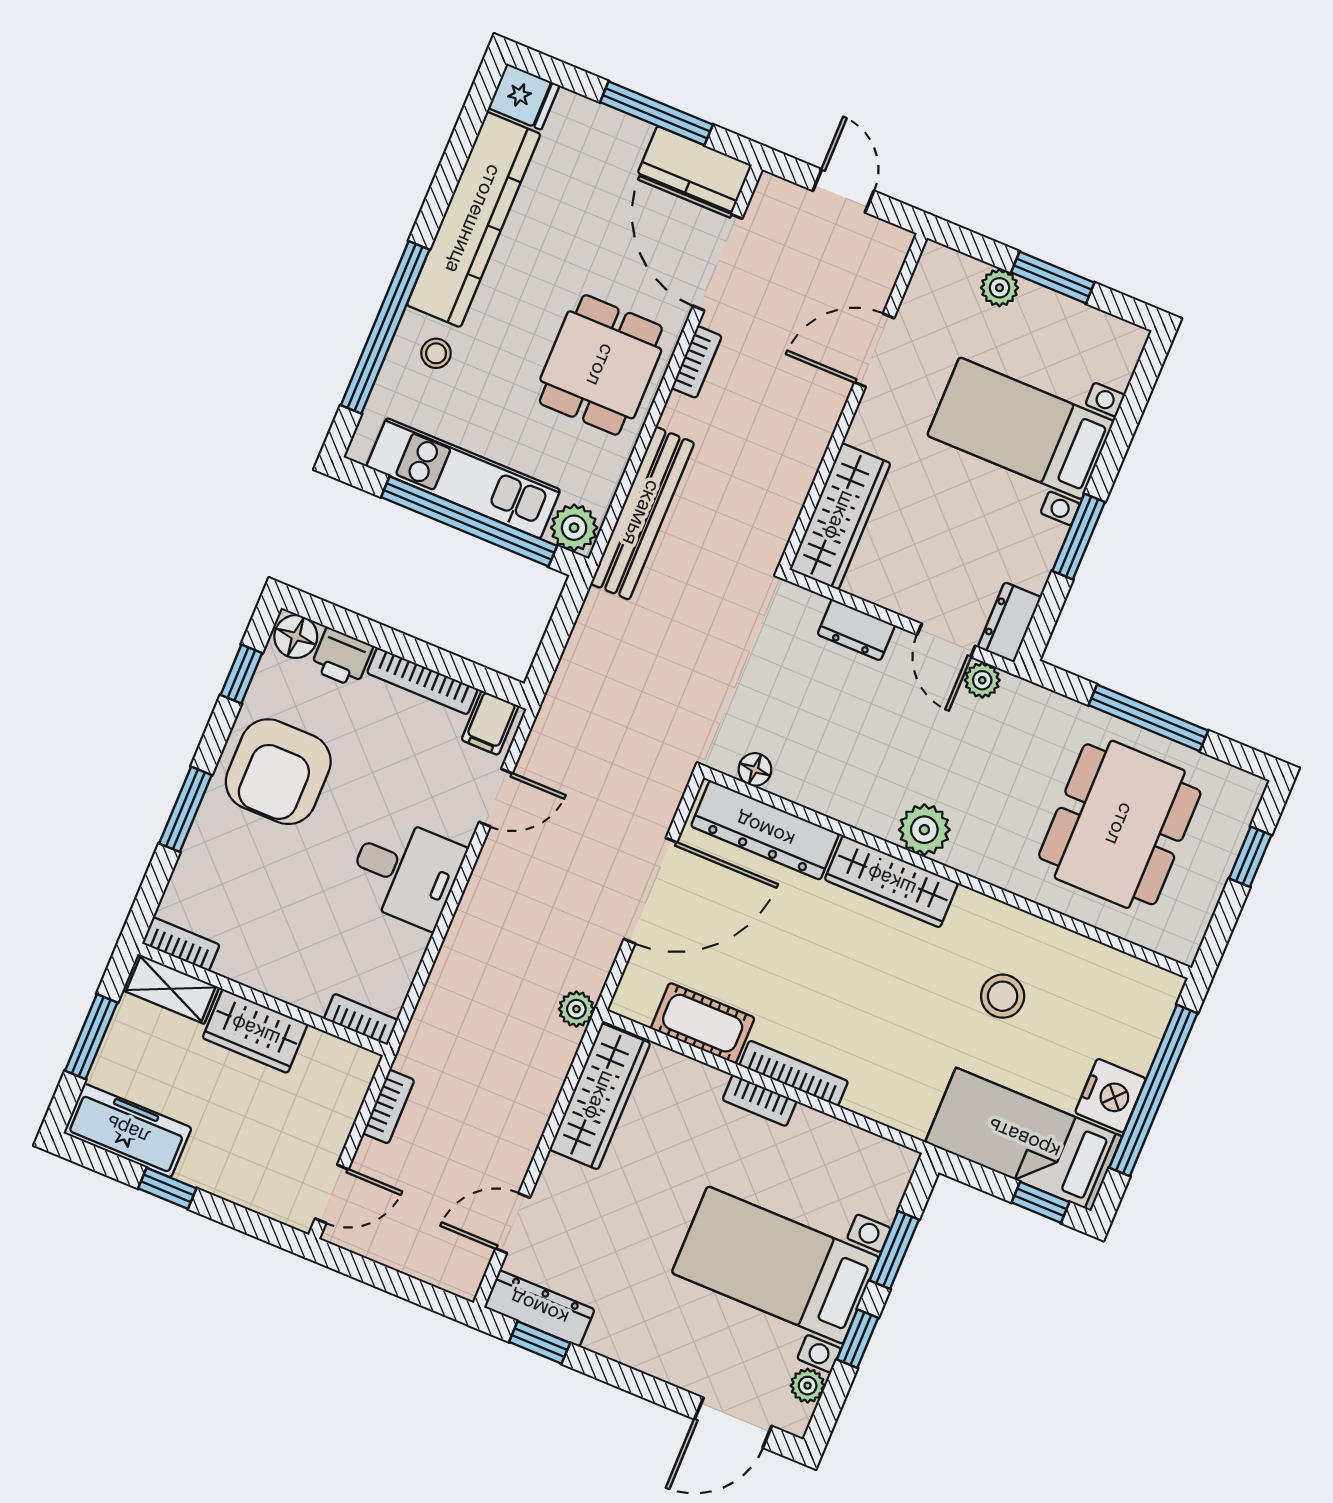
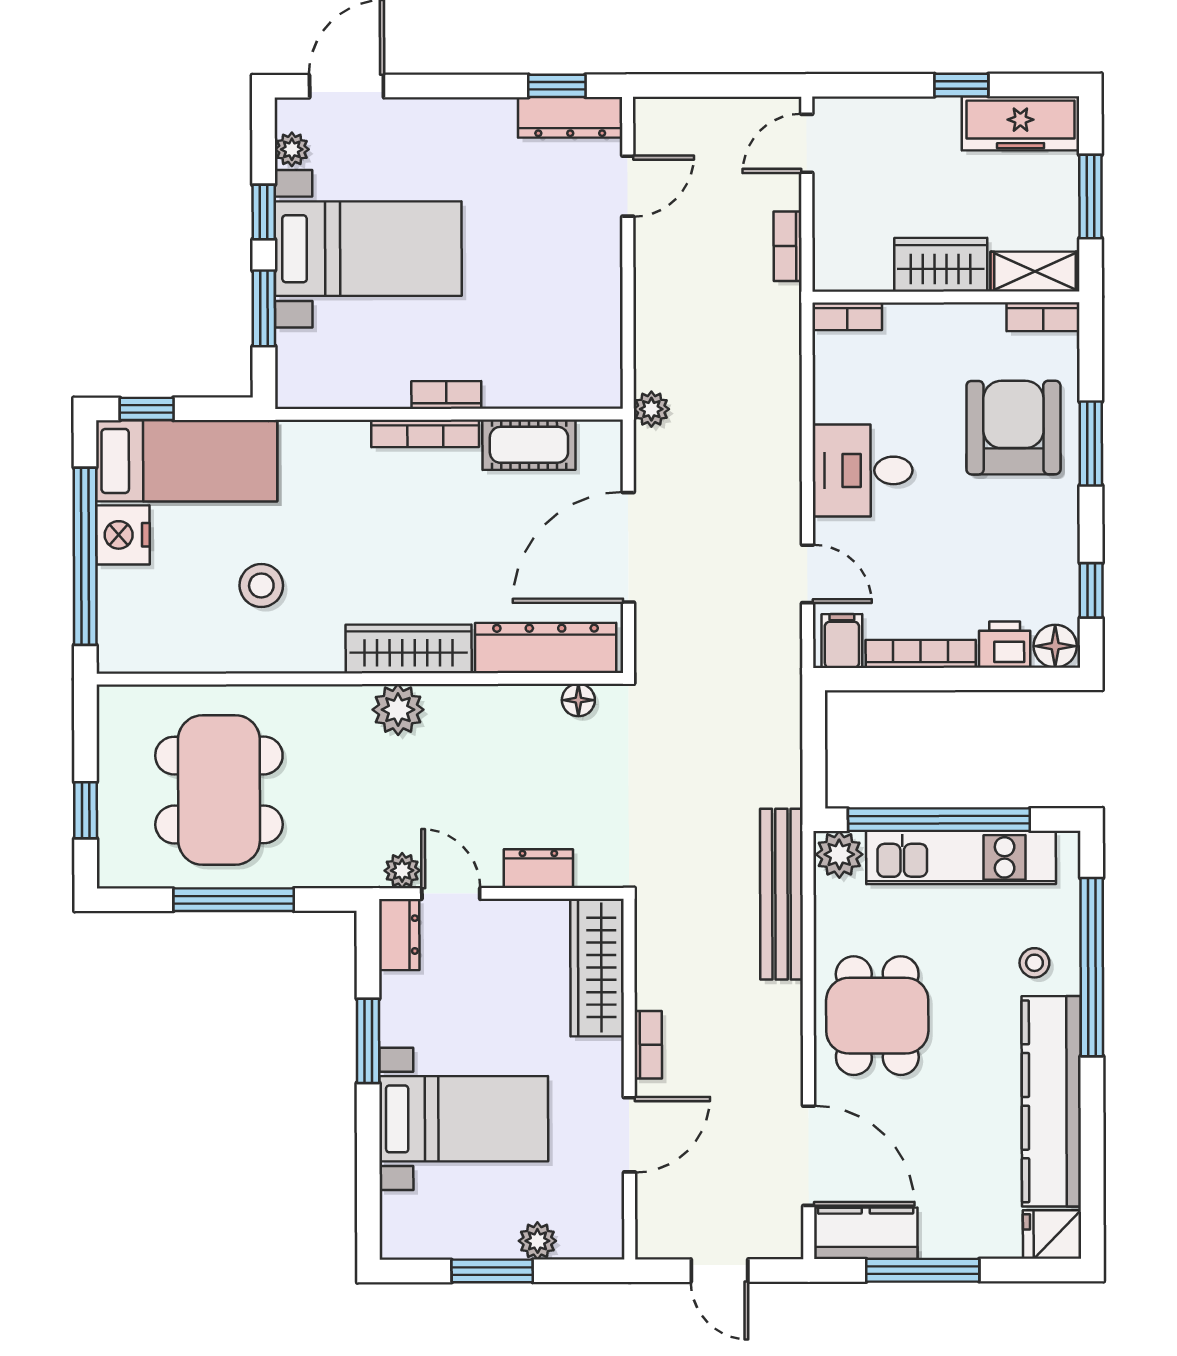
bookcase: (697, 362) -> (648, 1045), moved, turned 180
armchair: (278, 772) -> (1013, 428), moved
door: (496, 798) -> (808, 574), swing flipped
wardrobe: (600, 1096) -> (596, 337), removed

